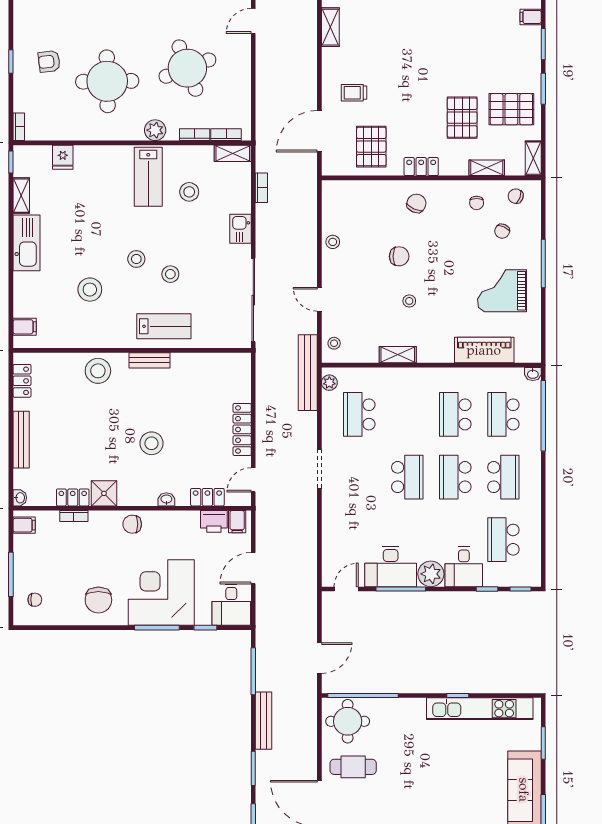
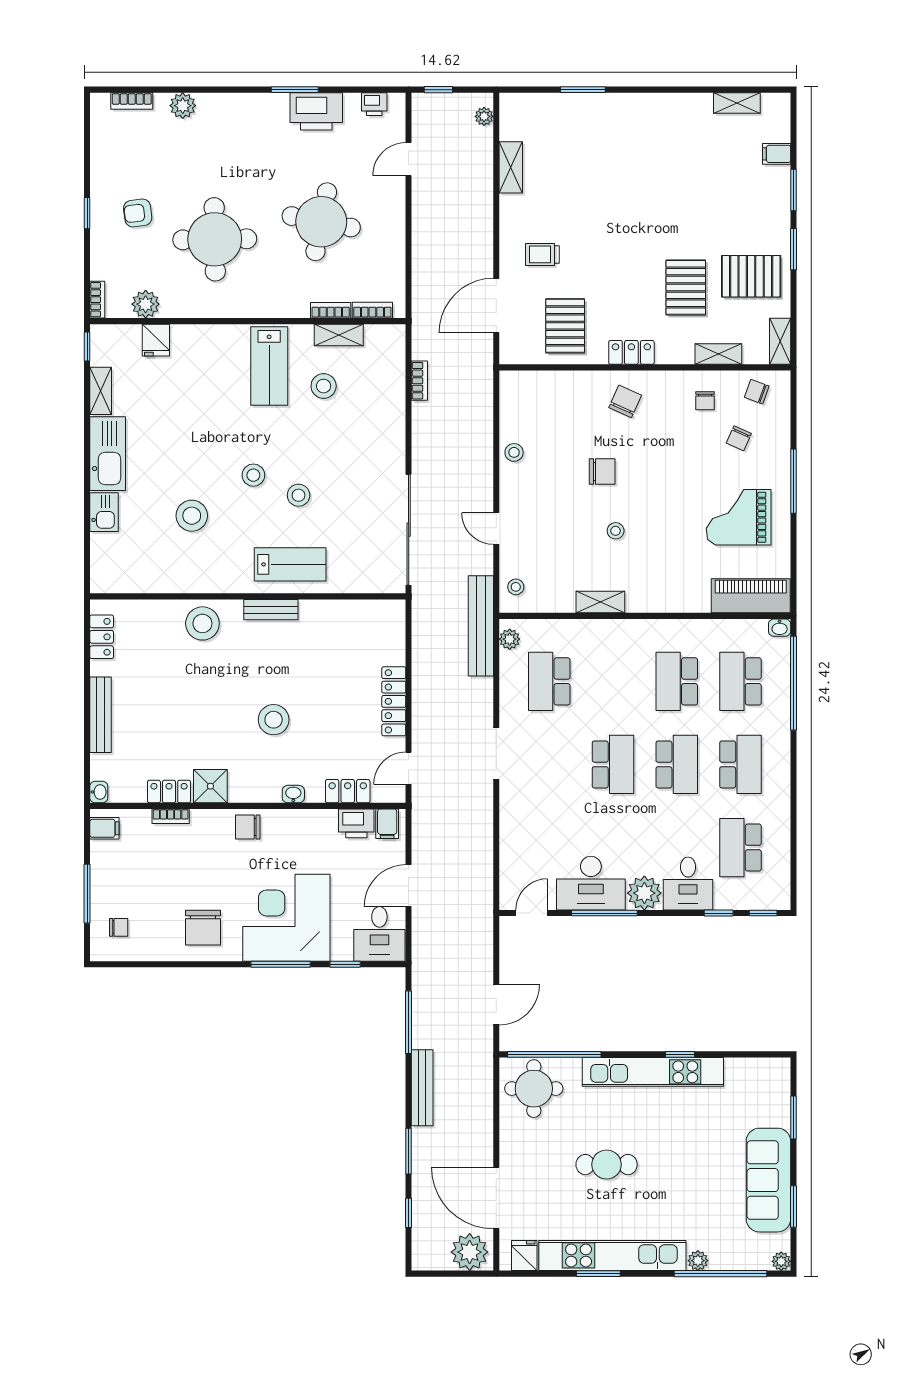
round table: (187, 68) -> (321, 222), turned 32
plant: (155, 130) -> (146, 304), moved
shelving: (233, 153) -> (339, 335), moved
kitchen sink: (240, 229) -> (104, 512), moved, turned 180
filing cabinet: (25, 327) -> (105, 565), removed
piano: (484, 350) -> (751, 596), moved
school desk: (455, 477) -> (677, 764), turned 180
kitchen unit: (480, 709) -> (653, 1072), moved
cafe table: (353, 767) -> (607, 1165), moved

